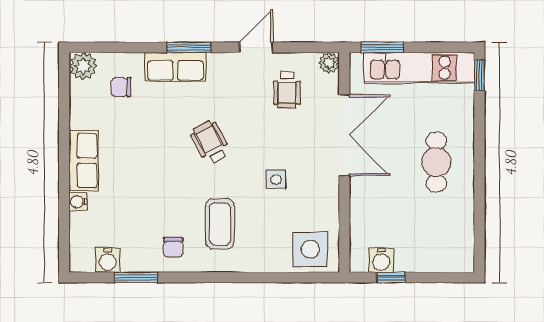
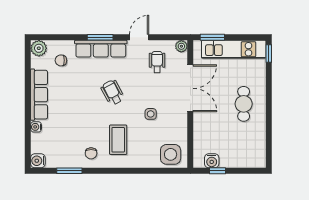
row of seats: (175, 67) -> (101, 49), width x1.48
wheelchair: (287, 90) -> (157, 62), turned 180
row of seats: (84, 161) -> (39, 95), width x1.48
water cooler: (108, 260) -> (38, 161), moved, turned 90

